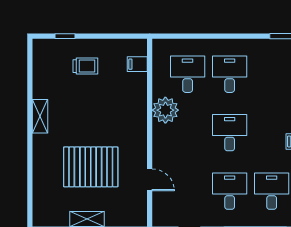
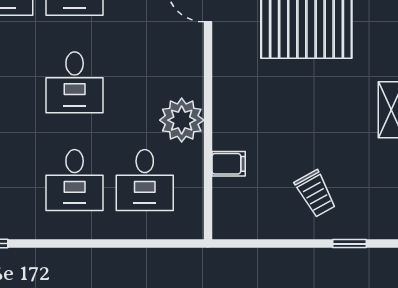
filing cabinet: (137, 64) -> (229, 164), moved
trolley: (85, 66) -> (315, 194), turned -119

